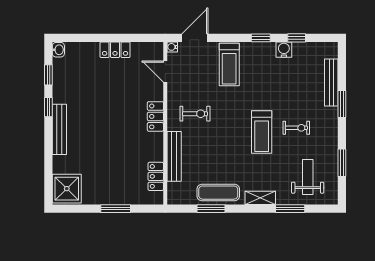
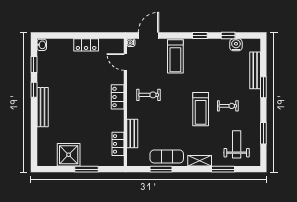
water cooler: (284, 50) -> (236, 45), moved
bench: (174, 156) -> (132, 133), width x0.73
shower: (67, 189) -> (69, 155), moved

